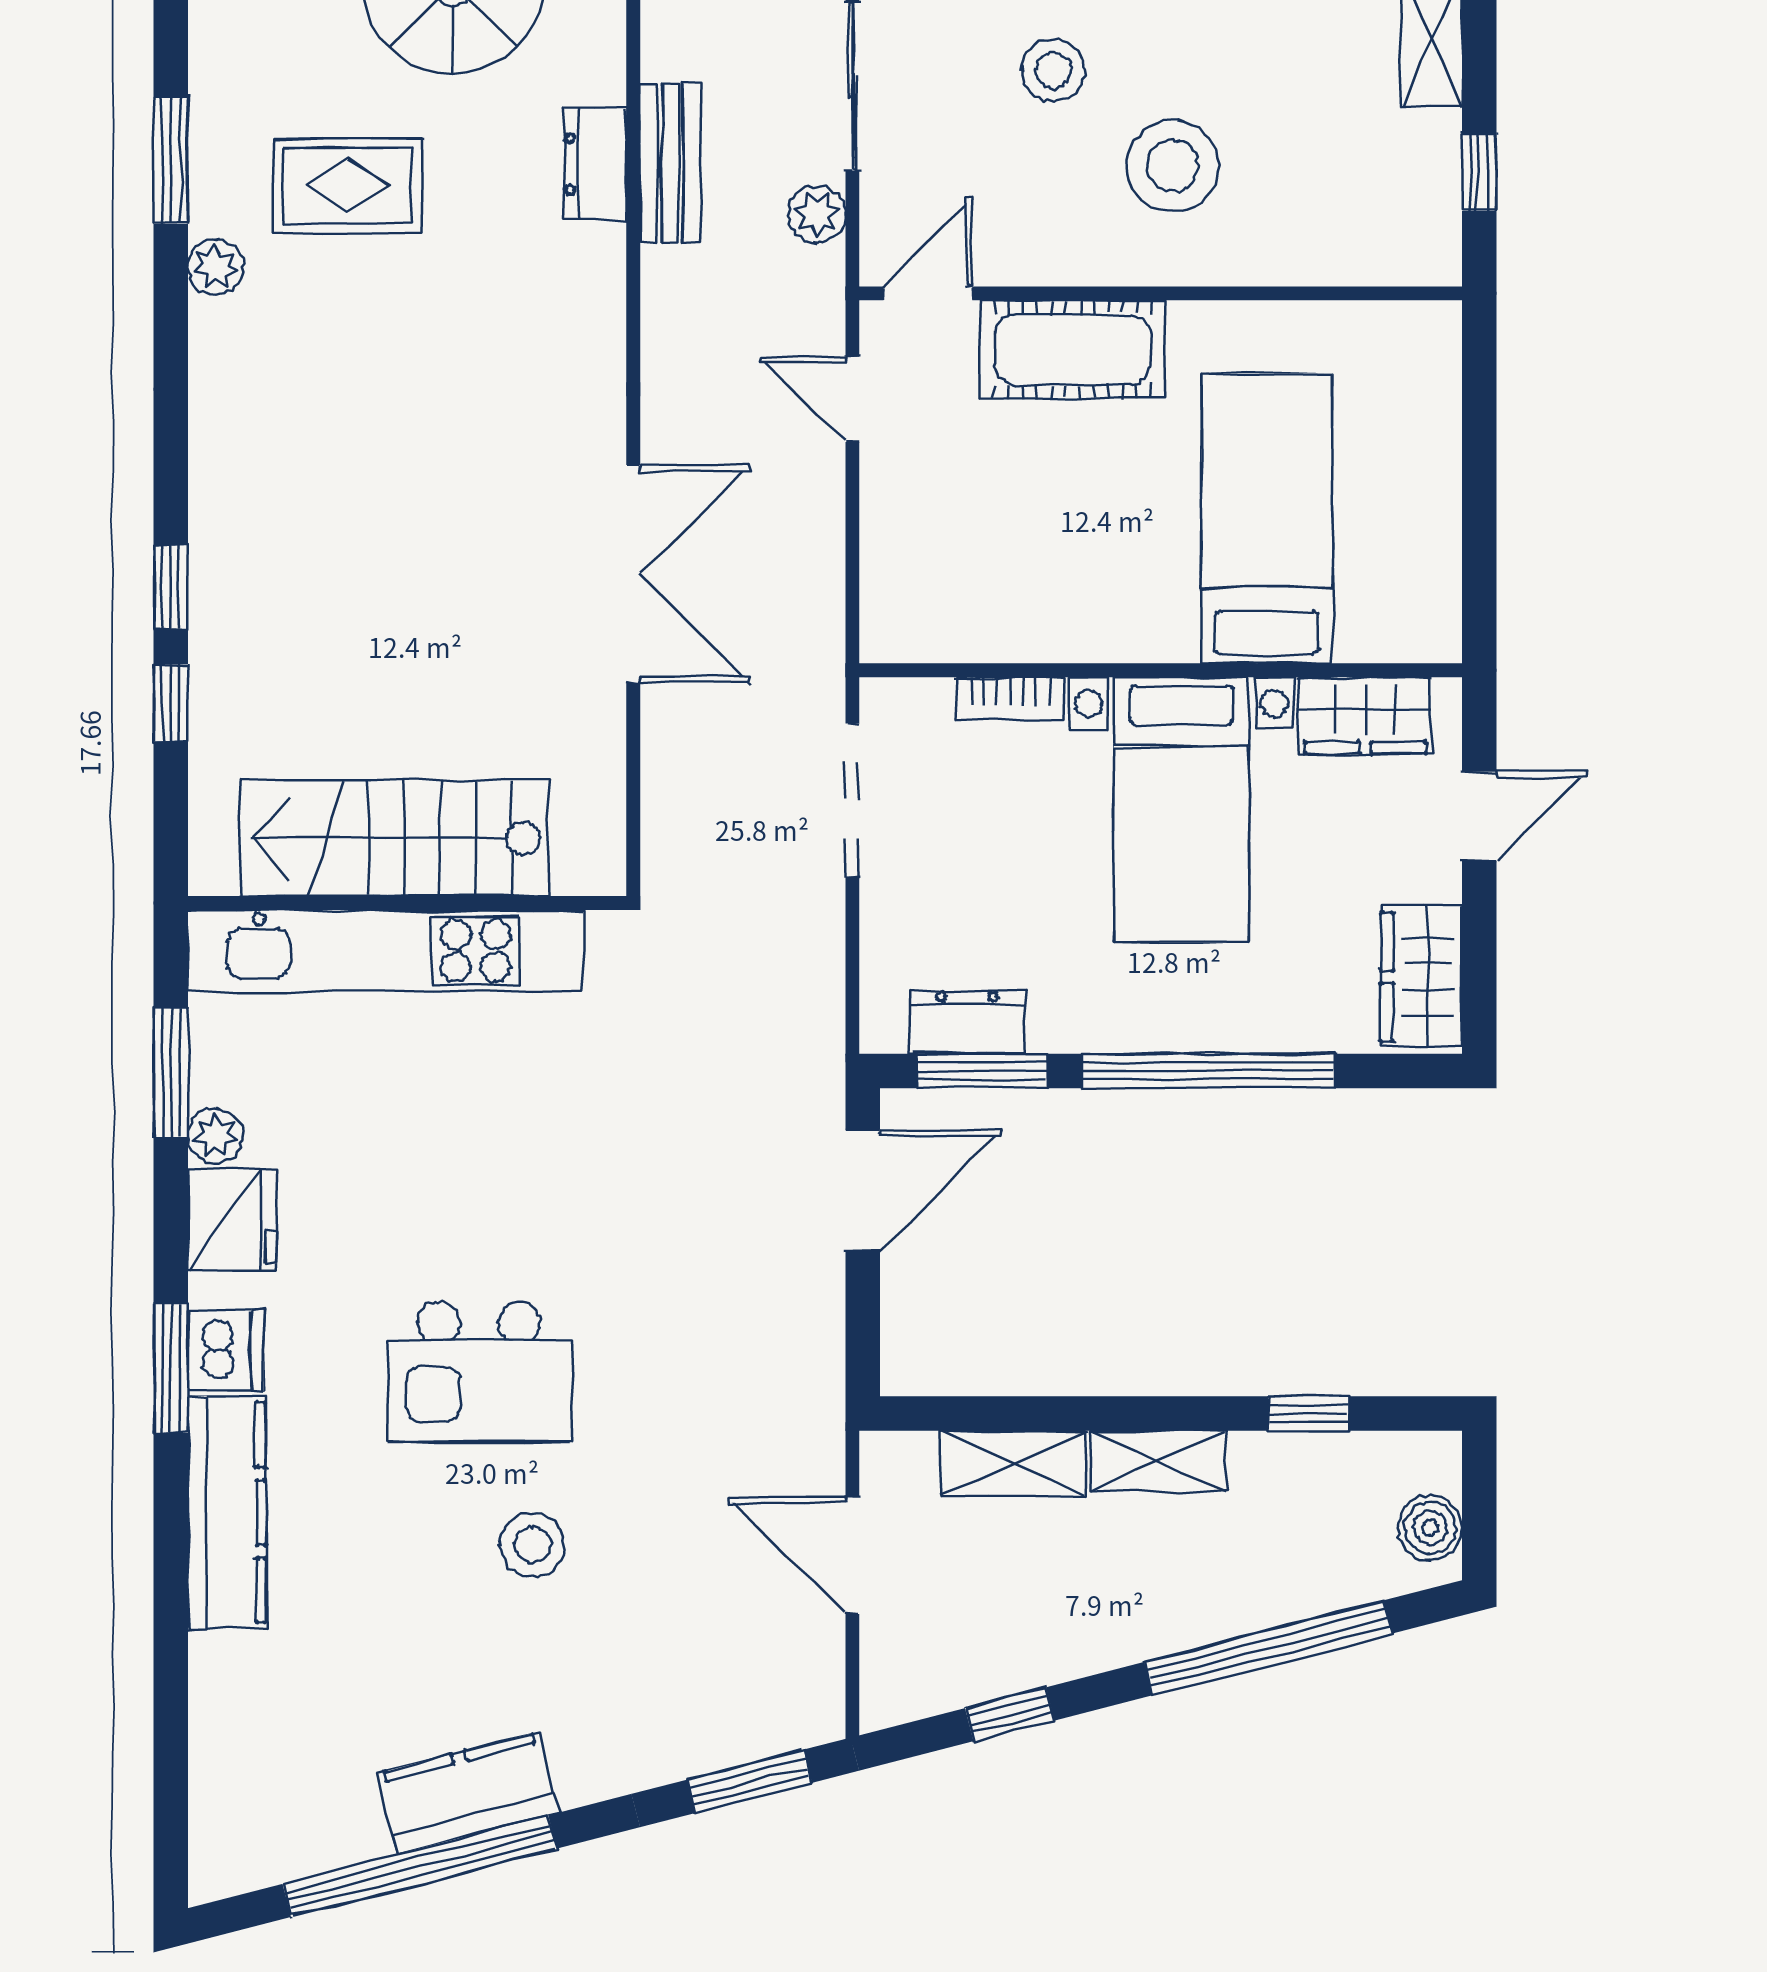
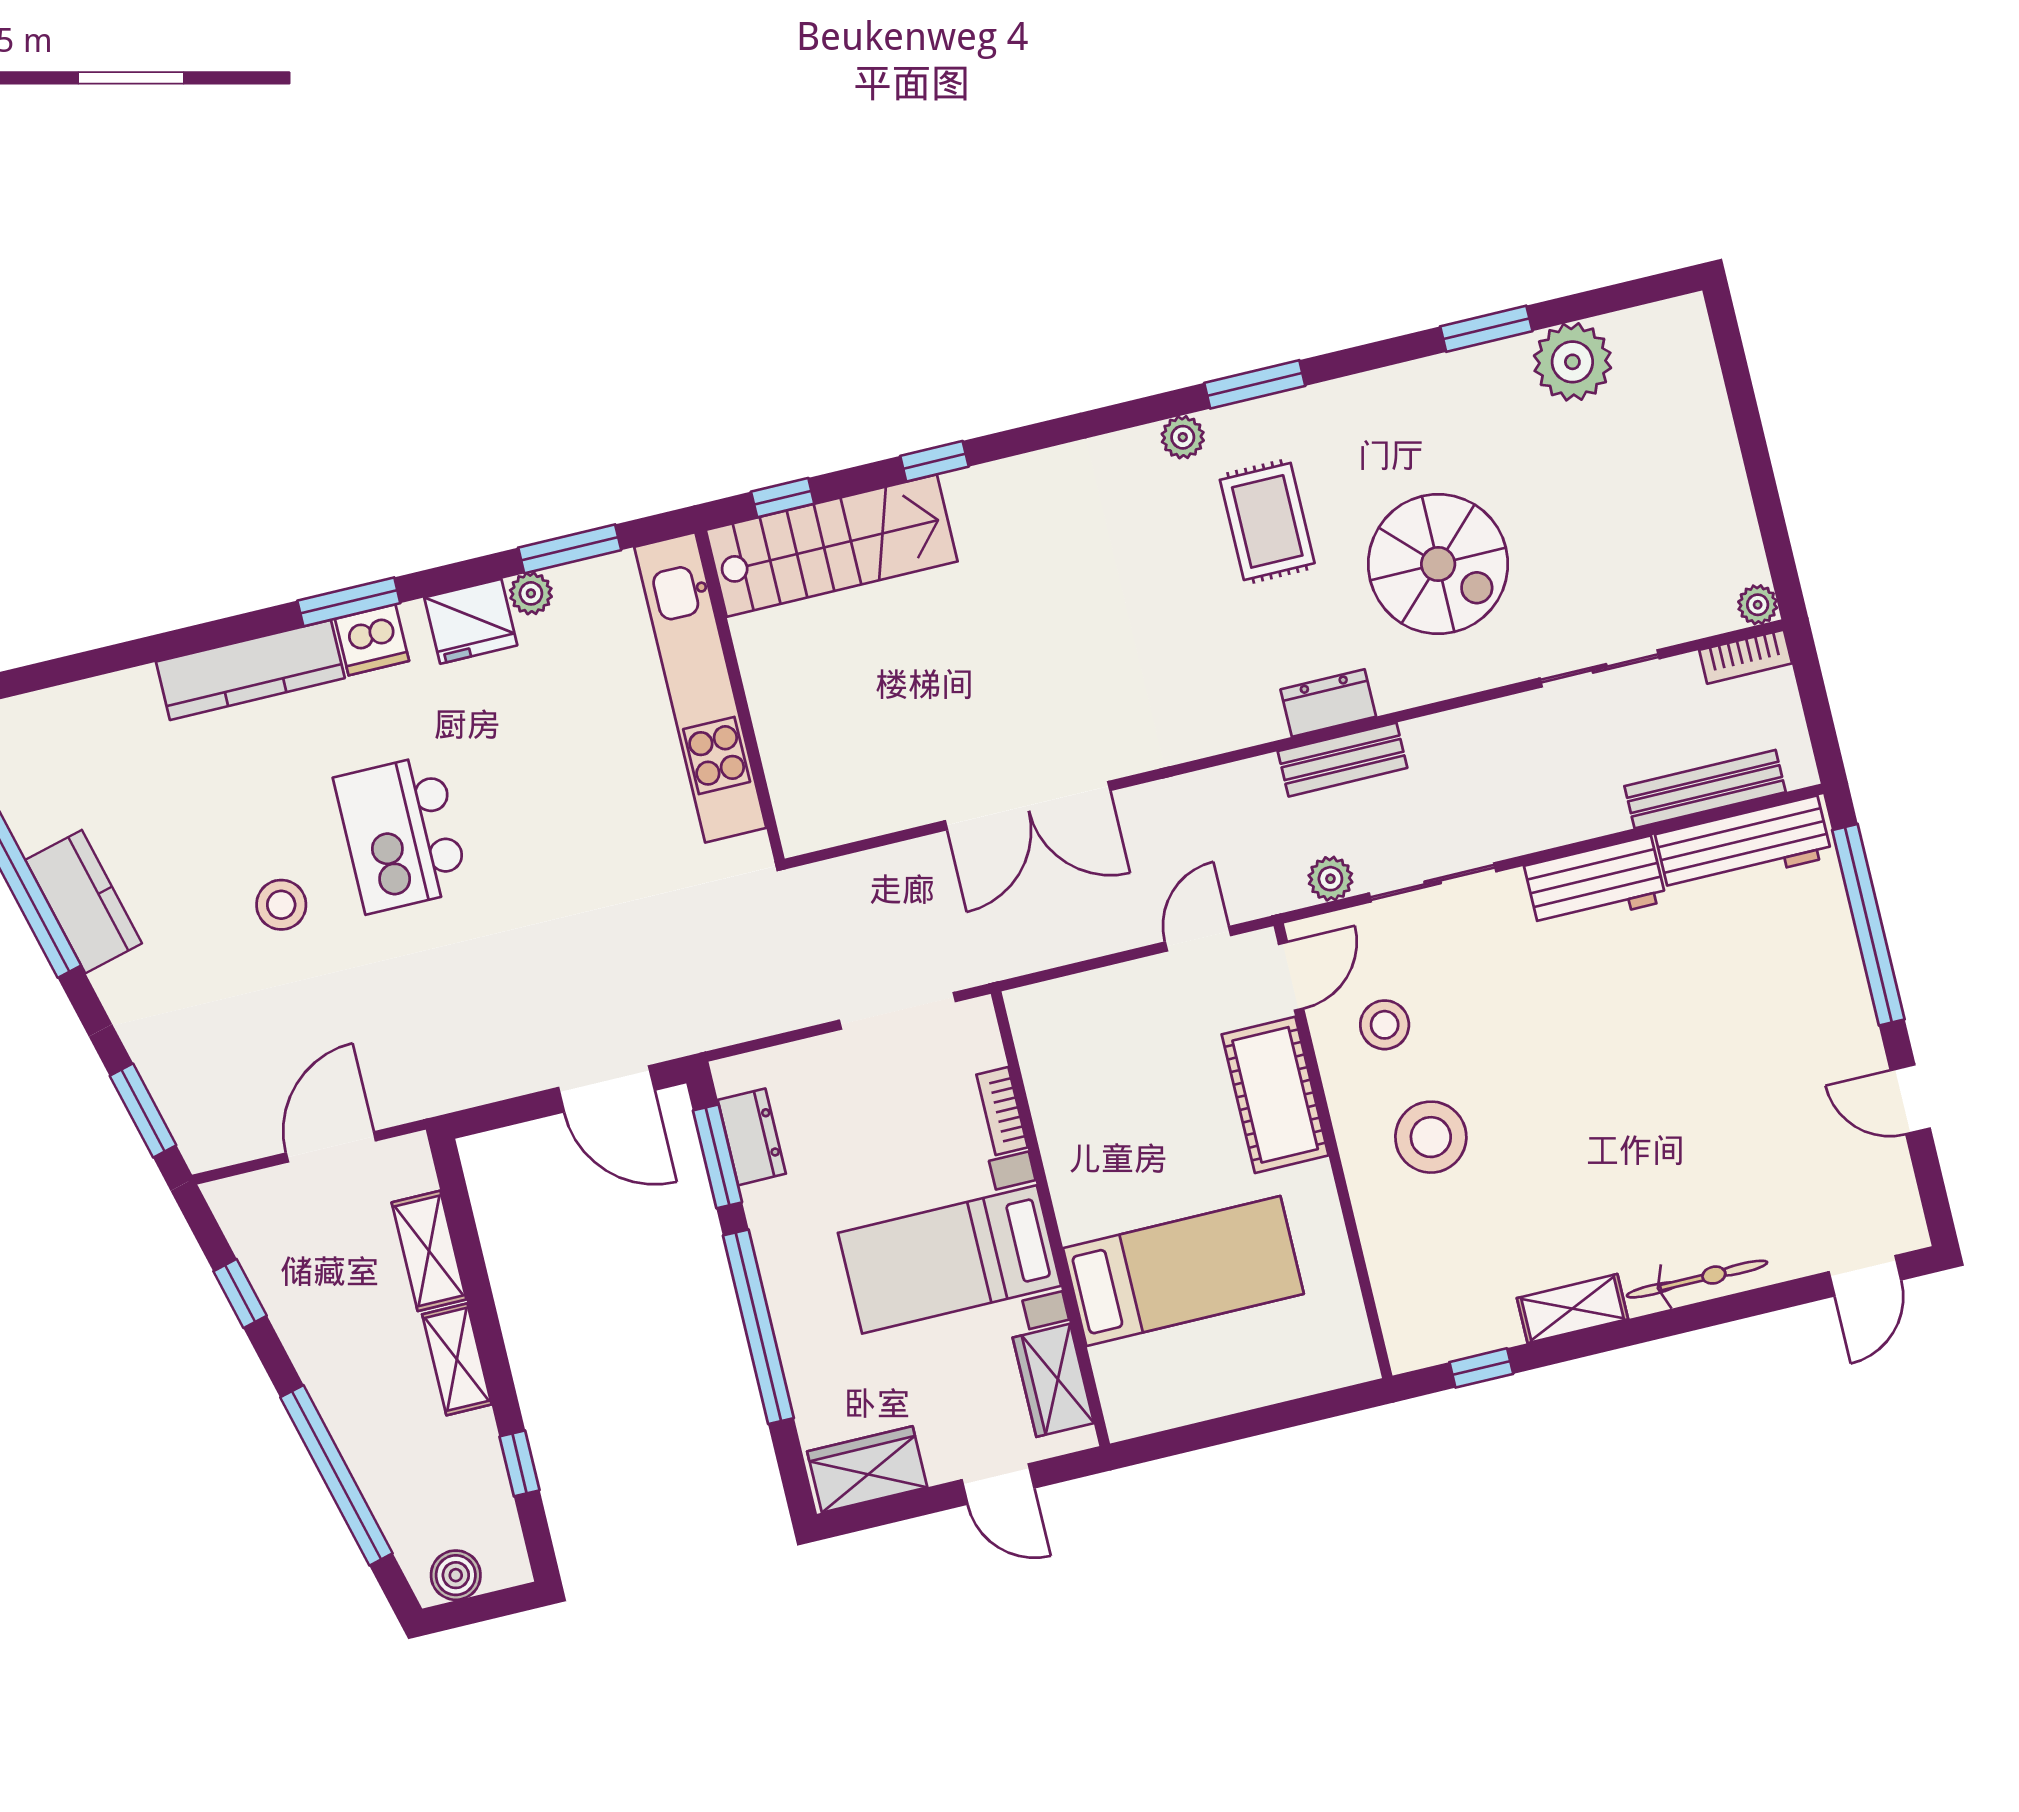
stool: (1053, 70) -> (1385, 1025), moved
door: (928, 293) -> (1291, 976), hinge flipped
window: (171, 703) -> (783, 498), moved
stairs: (394, 838) -> (832, 546), moved, turned 90

